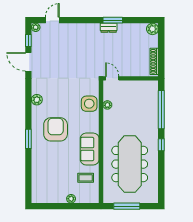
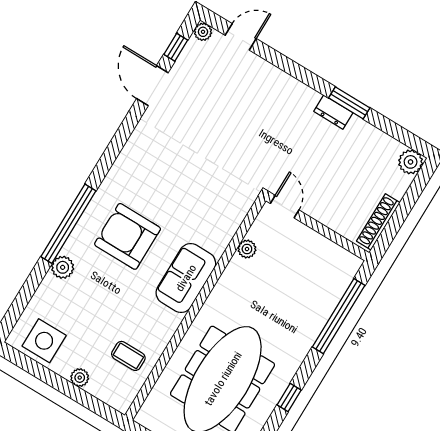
plant: (37, 100) -> (63, 267), moved
side table: (89, 104) -> (44, 341), moved
armchair: (56, 129) -> (128, 236), turned -90
window: (28, 139) -> (68, 224), width x2.11
window: (161, 145) -> (289, 397), moved
sofa: (90, 149) -> (186, 278), moved

